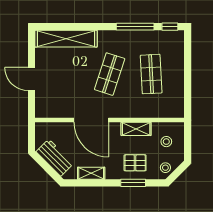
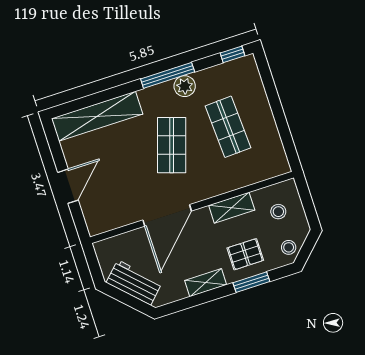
window: (135, 27) -> (168, 75), moved
plant: (131, 38) -> (185, 86), added
door: (31, 79) -> (68, 186), swing flipped
door: (91, 120) -> (167, 215), hinge flipped
shelving: (91, 173) -> (206, 283), moved

